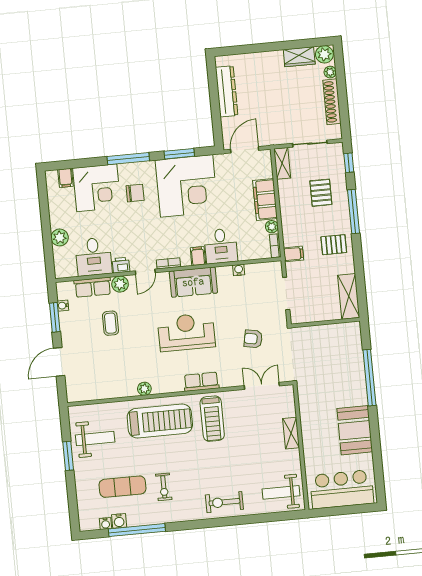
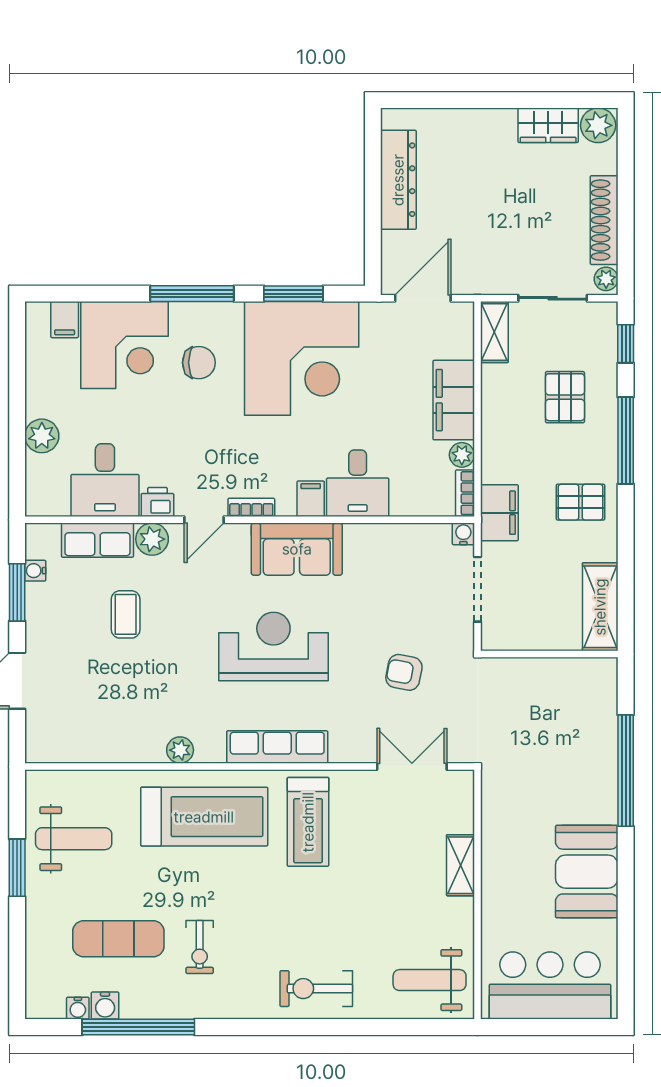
plant: (330, 72) -> (606, 279), moved
filing cabinet: (293, 254) -> (499, 513), width x2.00
water cooler: (239, 270) -> (463, 534), moved
row of seats: (201, 382) -> (277, 747), width x1.48

